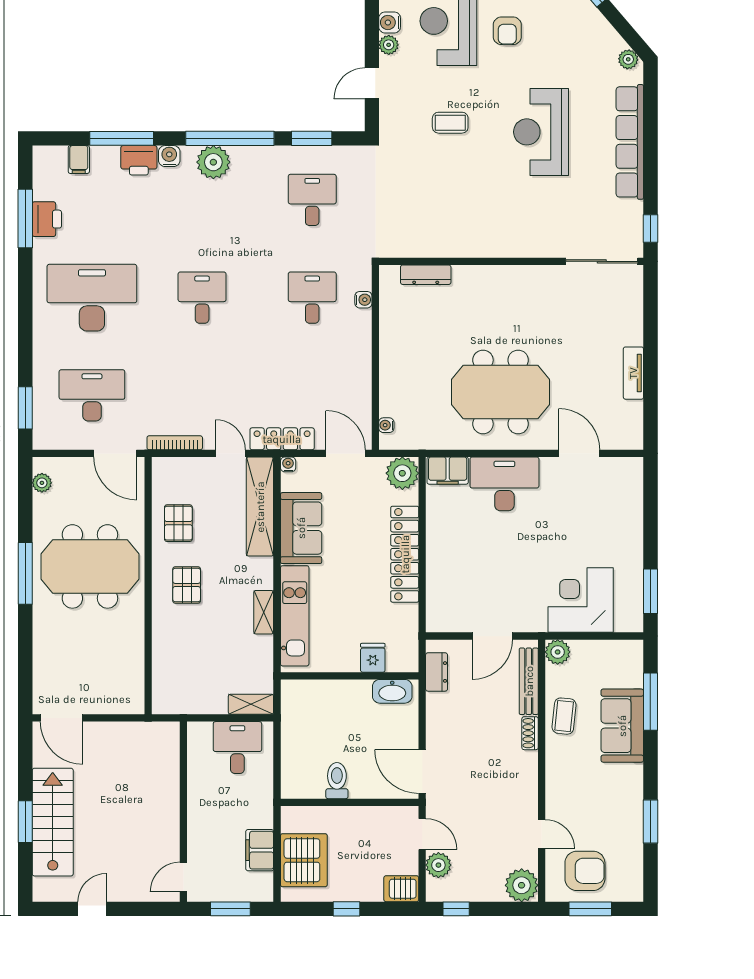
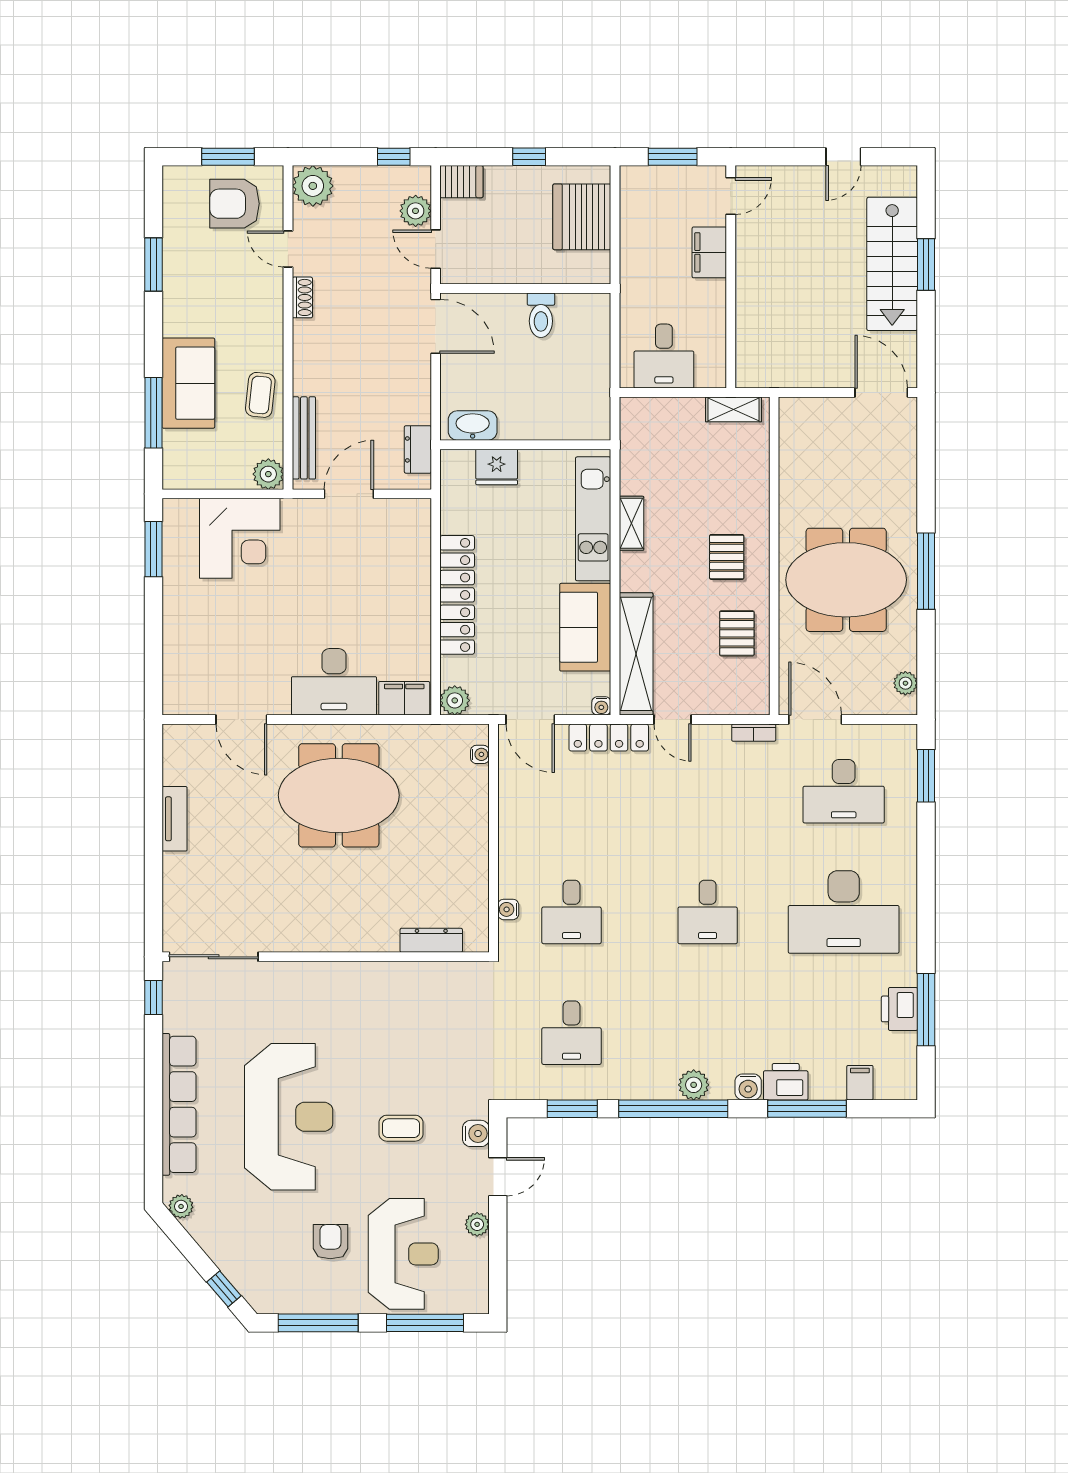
water cooler: (390, 22) -> (476, 1133), moved
reception desk: (541, 132) -> (289, 1117), width x1.36, depth x1.30
plant: (213, 162) -> (694, 1085), width x0.73, depth x0.73
bookcase: (175, 443) -> (754, 733), width x0.64
plant: (402, 473) -> (455, 700), width x0.73, depth x0.73
fridge: (373, 658) -> (497, 467), width x1.38
shelving: (251, 704) -> (733, 409), moved
shoe rack: (530, 733) -> (302, 297), moved
filing cabinet: (260, 850) -> (709, 252), moved, turned 180

